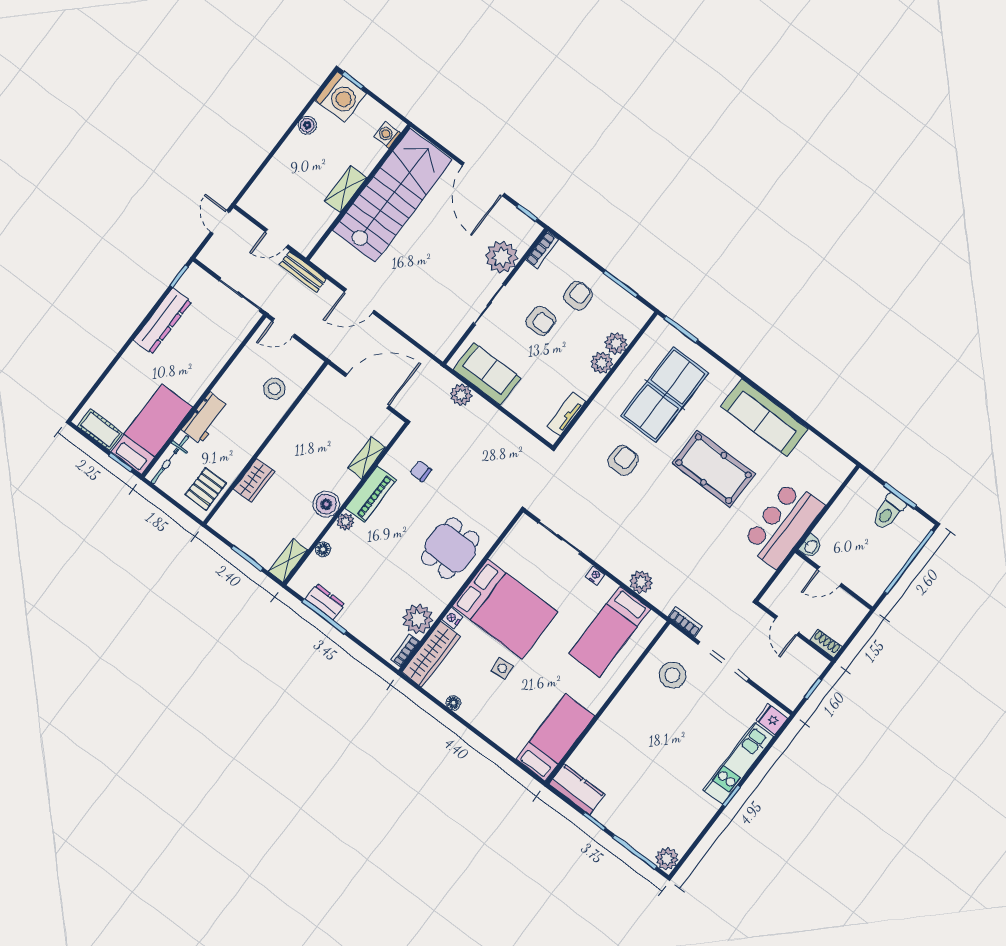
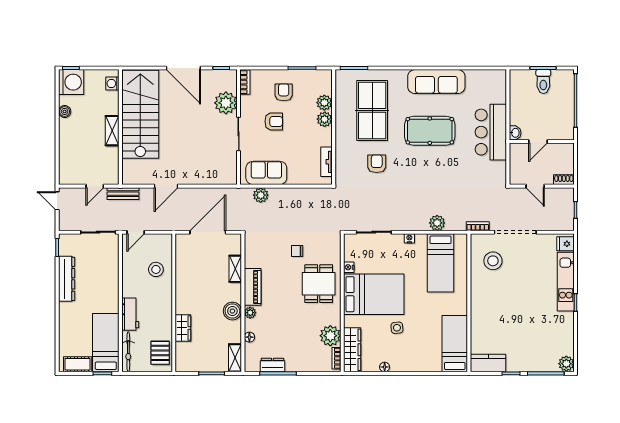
chair: (421, 471) -> (297, 251), moved
nightstand: (452, 618) -> (349, 267), moved

